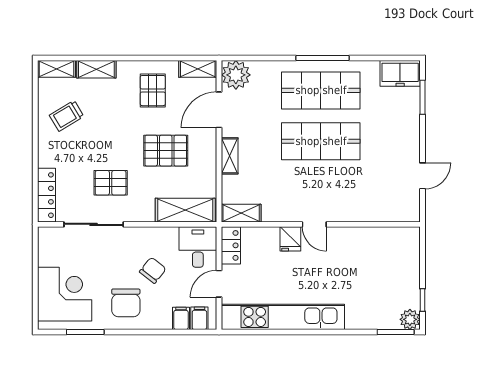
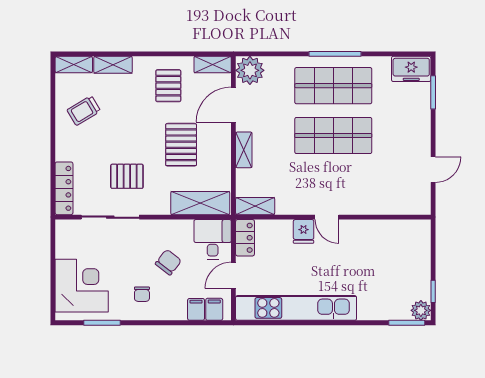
pallet: (166, 151) -> (181, 145), turned 90
chair: (126, 303) -> (142, 294), width x0.54, depth x0.54

